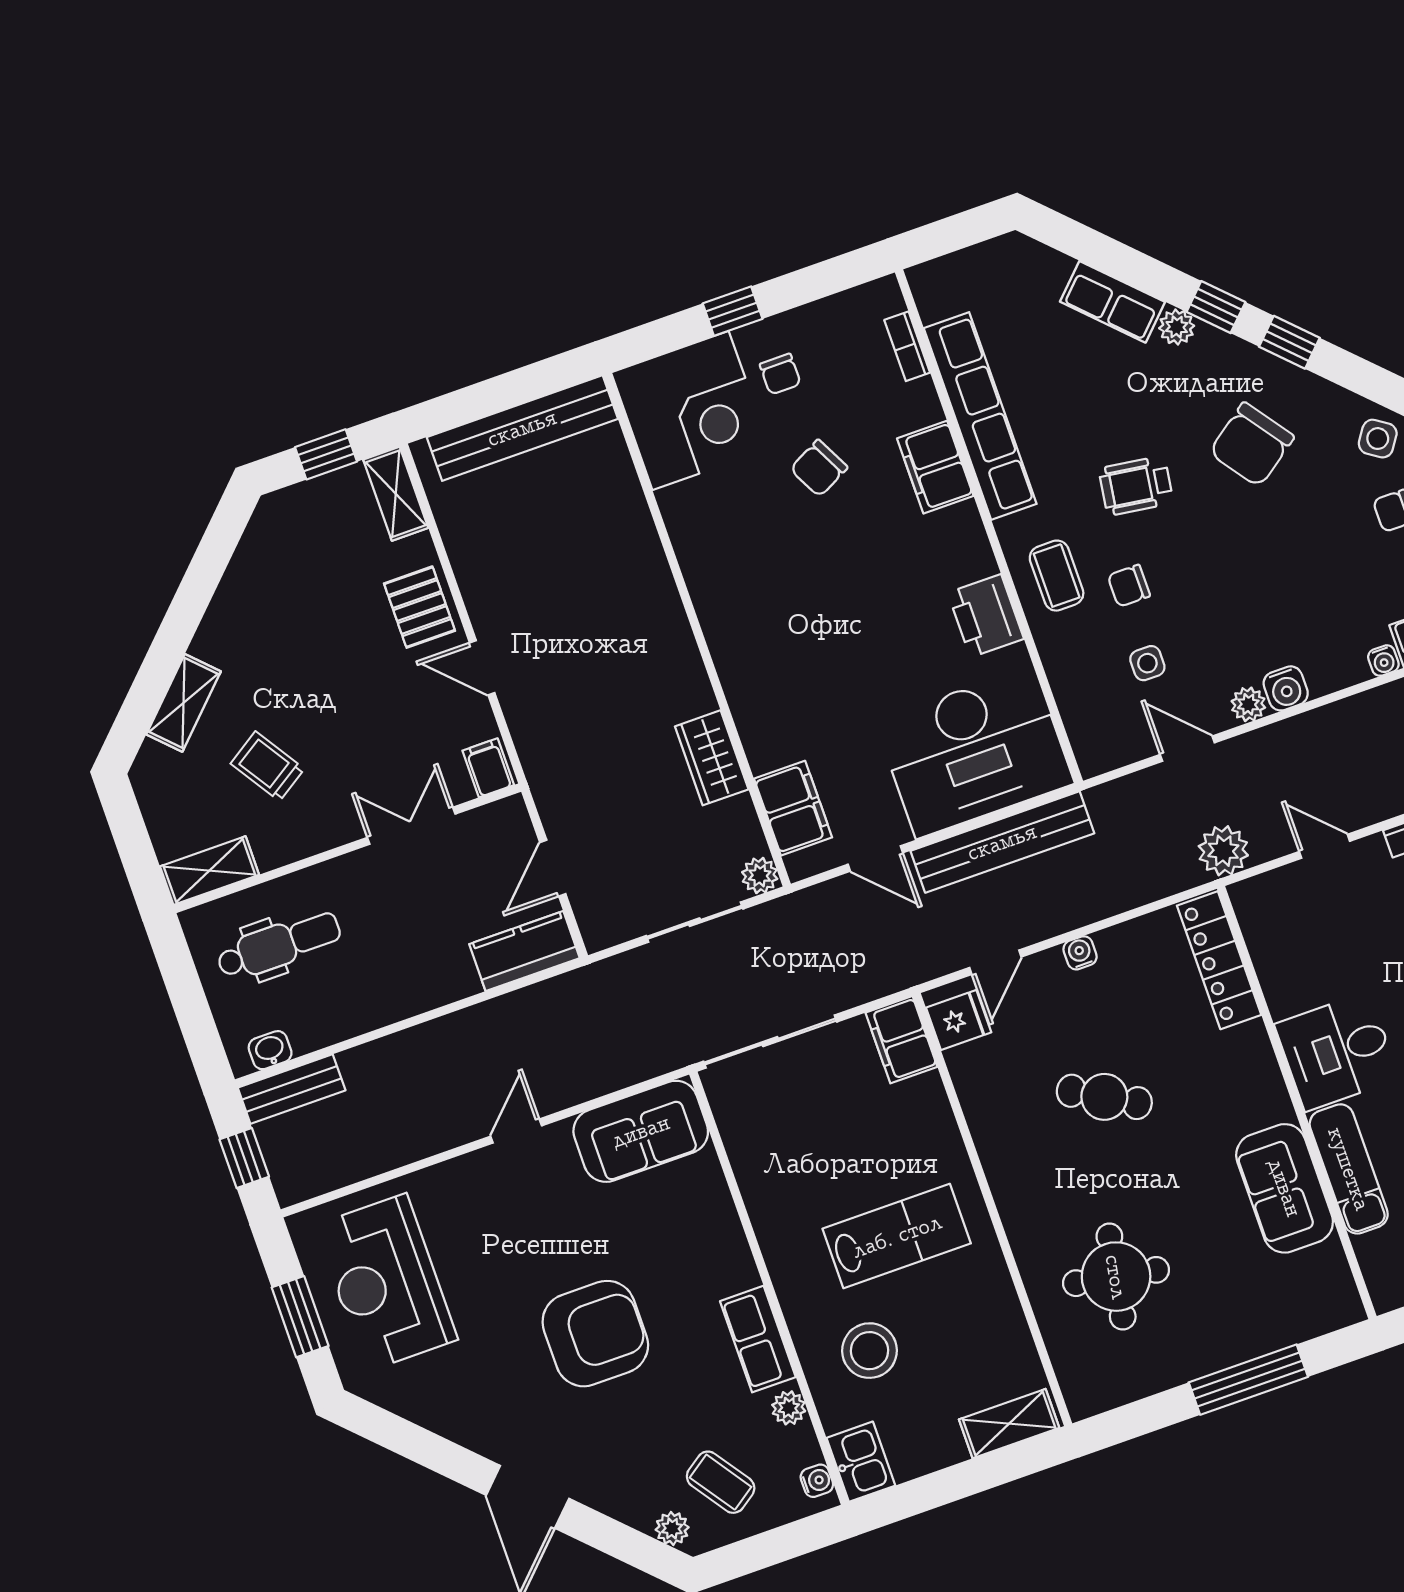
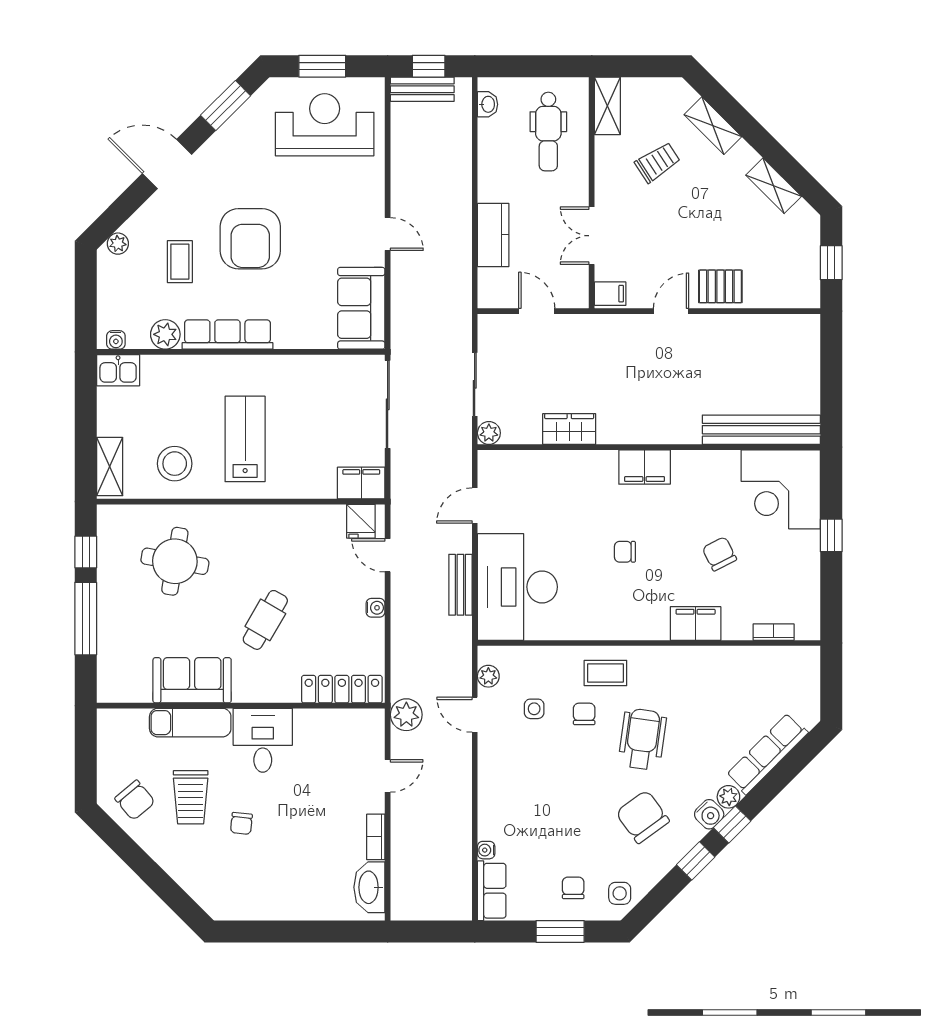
row of seats: (1113, 302) -> (767, 754), width x1.48
chair: (780, 374) -> (625, 552), moved
row of seats: (980, 416) -> (717, 661), removed
bench: (522, 428) -> (761, 430), moved, turned 90
side table: (1378, 439) -> (620, 893), turned -34
wheelchair: (1136, 486) -> (642, 739), width x1.36, depth x1.37
shelving: (396, 494) -> (774, 186), moved, turned 45
printer: (986, 616) -> (596, 622), removed
water cooler: (1286, 688) -> (709, 814), moved, turned -135
plant: (1248, 704) -> (488, 676), moved
door: (1187, 749) -> (475, 715), swing flipped
filing cabinet: (793, 808) -> (645, 467), moved
double door: (411, 826) -> (592, 236), swing flipped
bench: (1002, 842) -> (460, 585), width x0.54, depth x0.82
kitchen counter: (524, 951) -> (493, 235), moved
bench: (292, 1089) -> (422, 89), moved, turned 90
cafe table: (1104, 1097) -> (265, 620), moved
lab bench: (897, 1236) -> (245, 439), turned 180
row of seats: (758, 1339) -> (227, 335), width x1.48
stool: (870, 1351) -> (175, 464), moved
plant: (789, 1408) -> (165, 334), width x1.38, depth x1.38
window: (1149, 1415) -> (86, 552), added
window: (410, 1440) -> (226, 106), added
coffee table: (721, 1482) -> (180, 262), moved, turned -55

